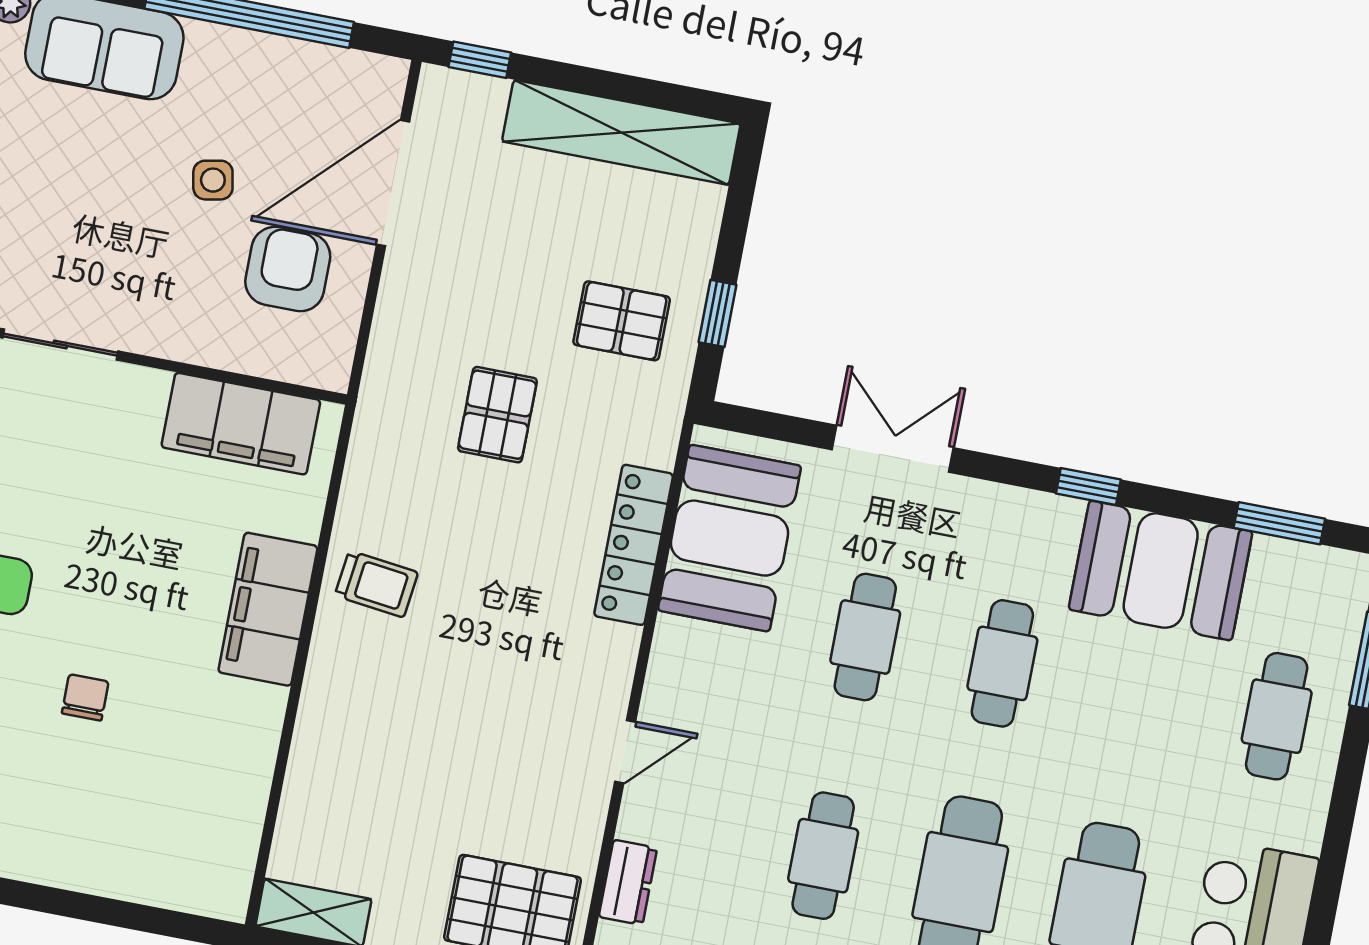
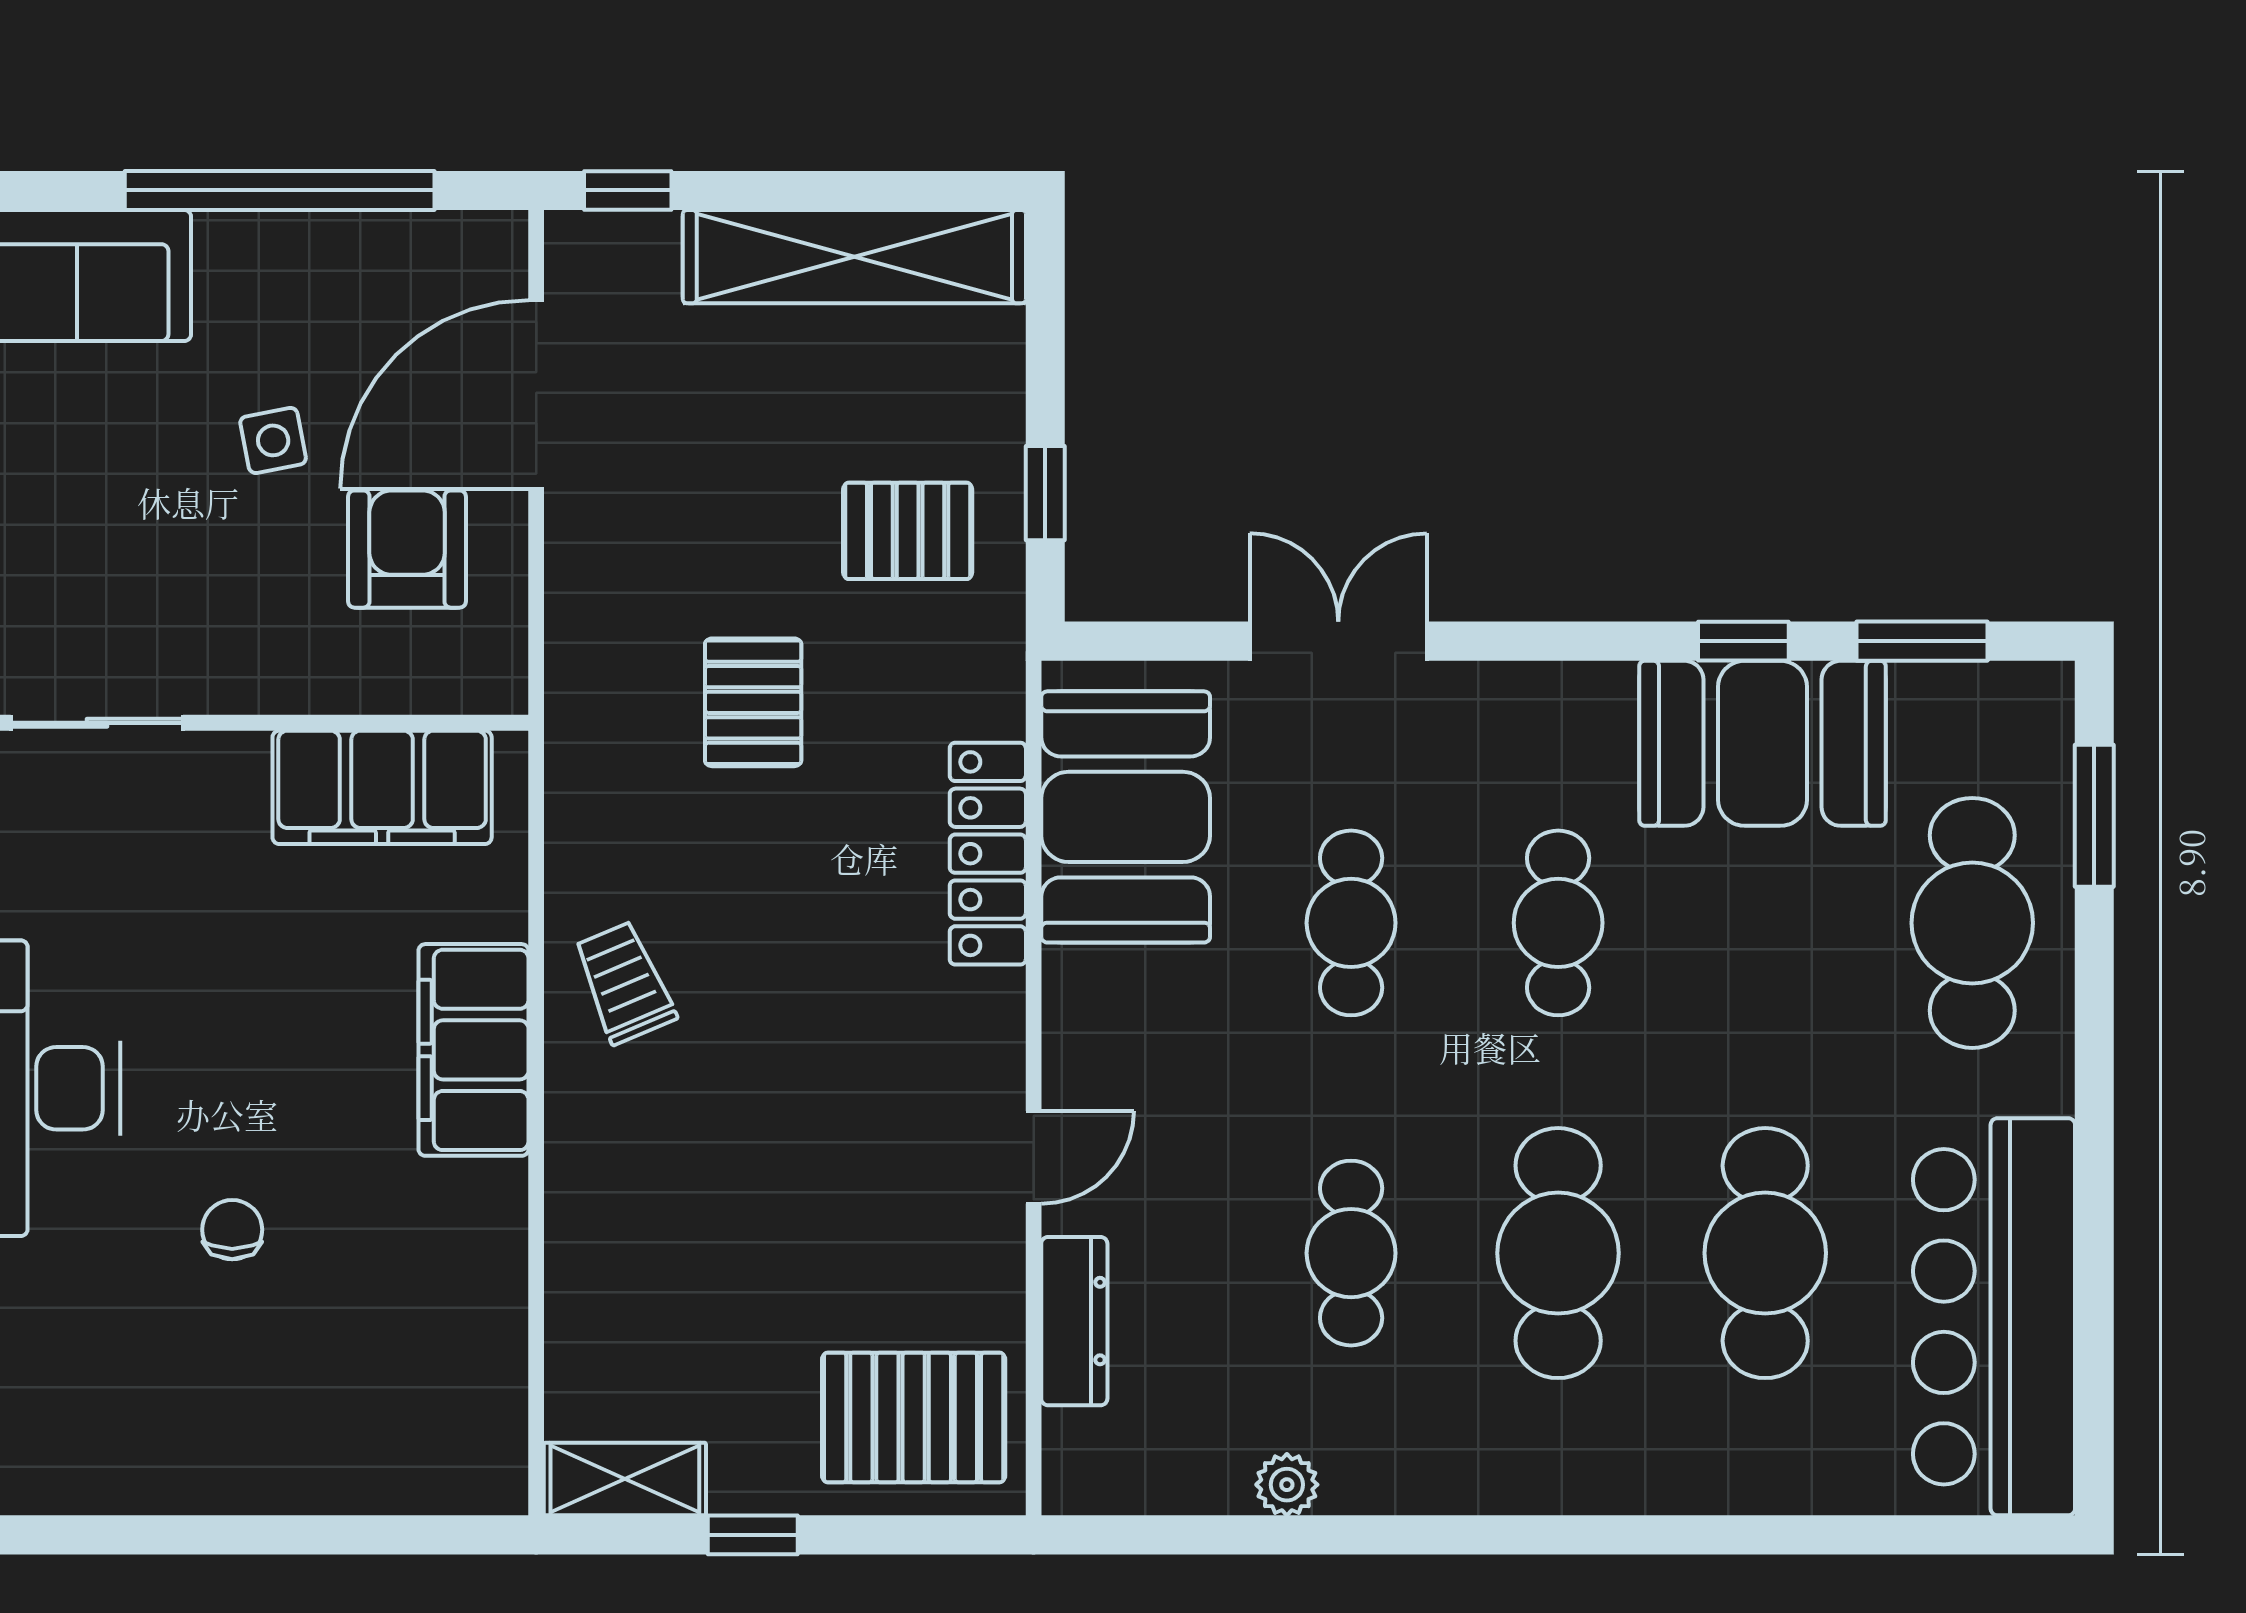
window: (1088, 486) -> (1743, 641), moved
trolley: (376, 584) -> (624, 983), turned -120
cafe table: (1277, 716) -> (1972, 923), width x1.37, depth x1.35
dresser: (628, 882) -> (1074, 1321), width x1.44

